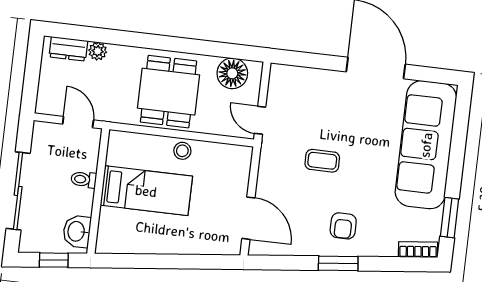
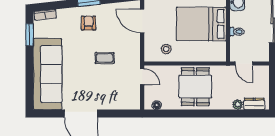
floor lamp: (232, 73) -> (157, 105), width x0.53, depth x0.53
stool: (182, 151) -> (166, 49), moved
bed: (146, 191) -> (201, 24), width x1.50

